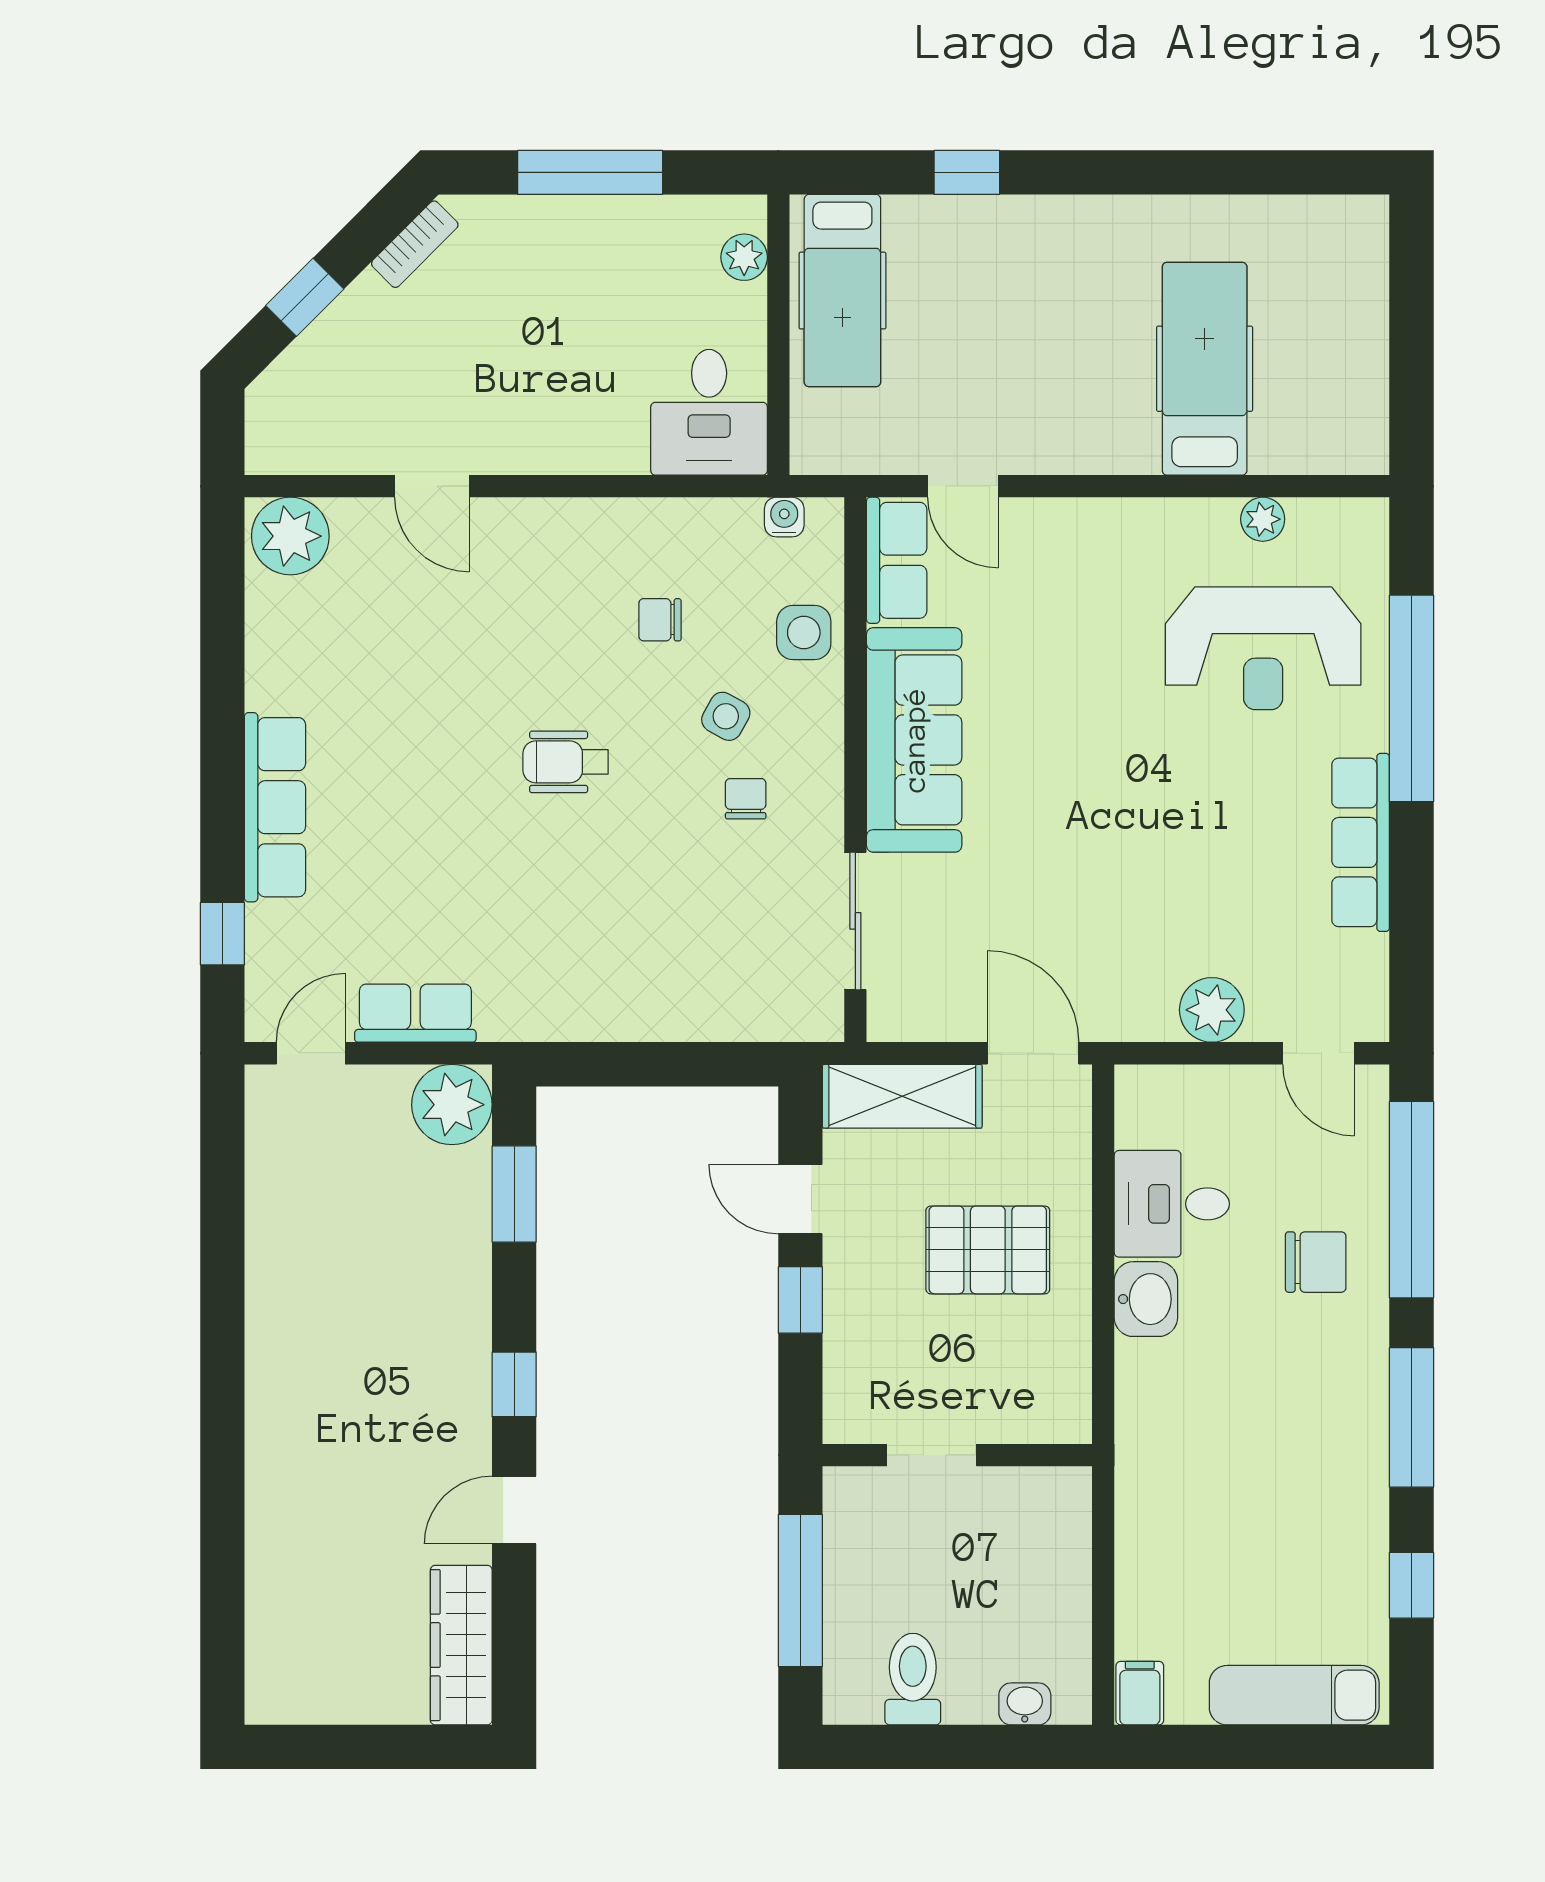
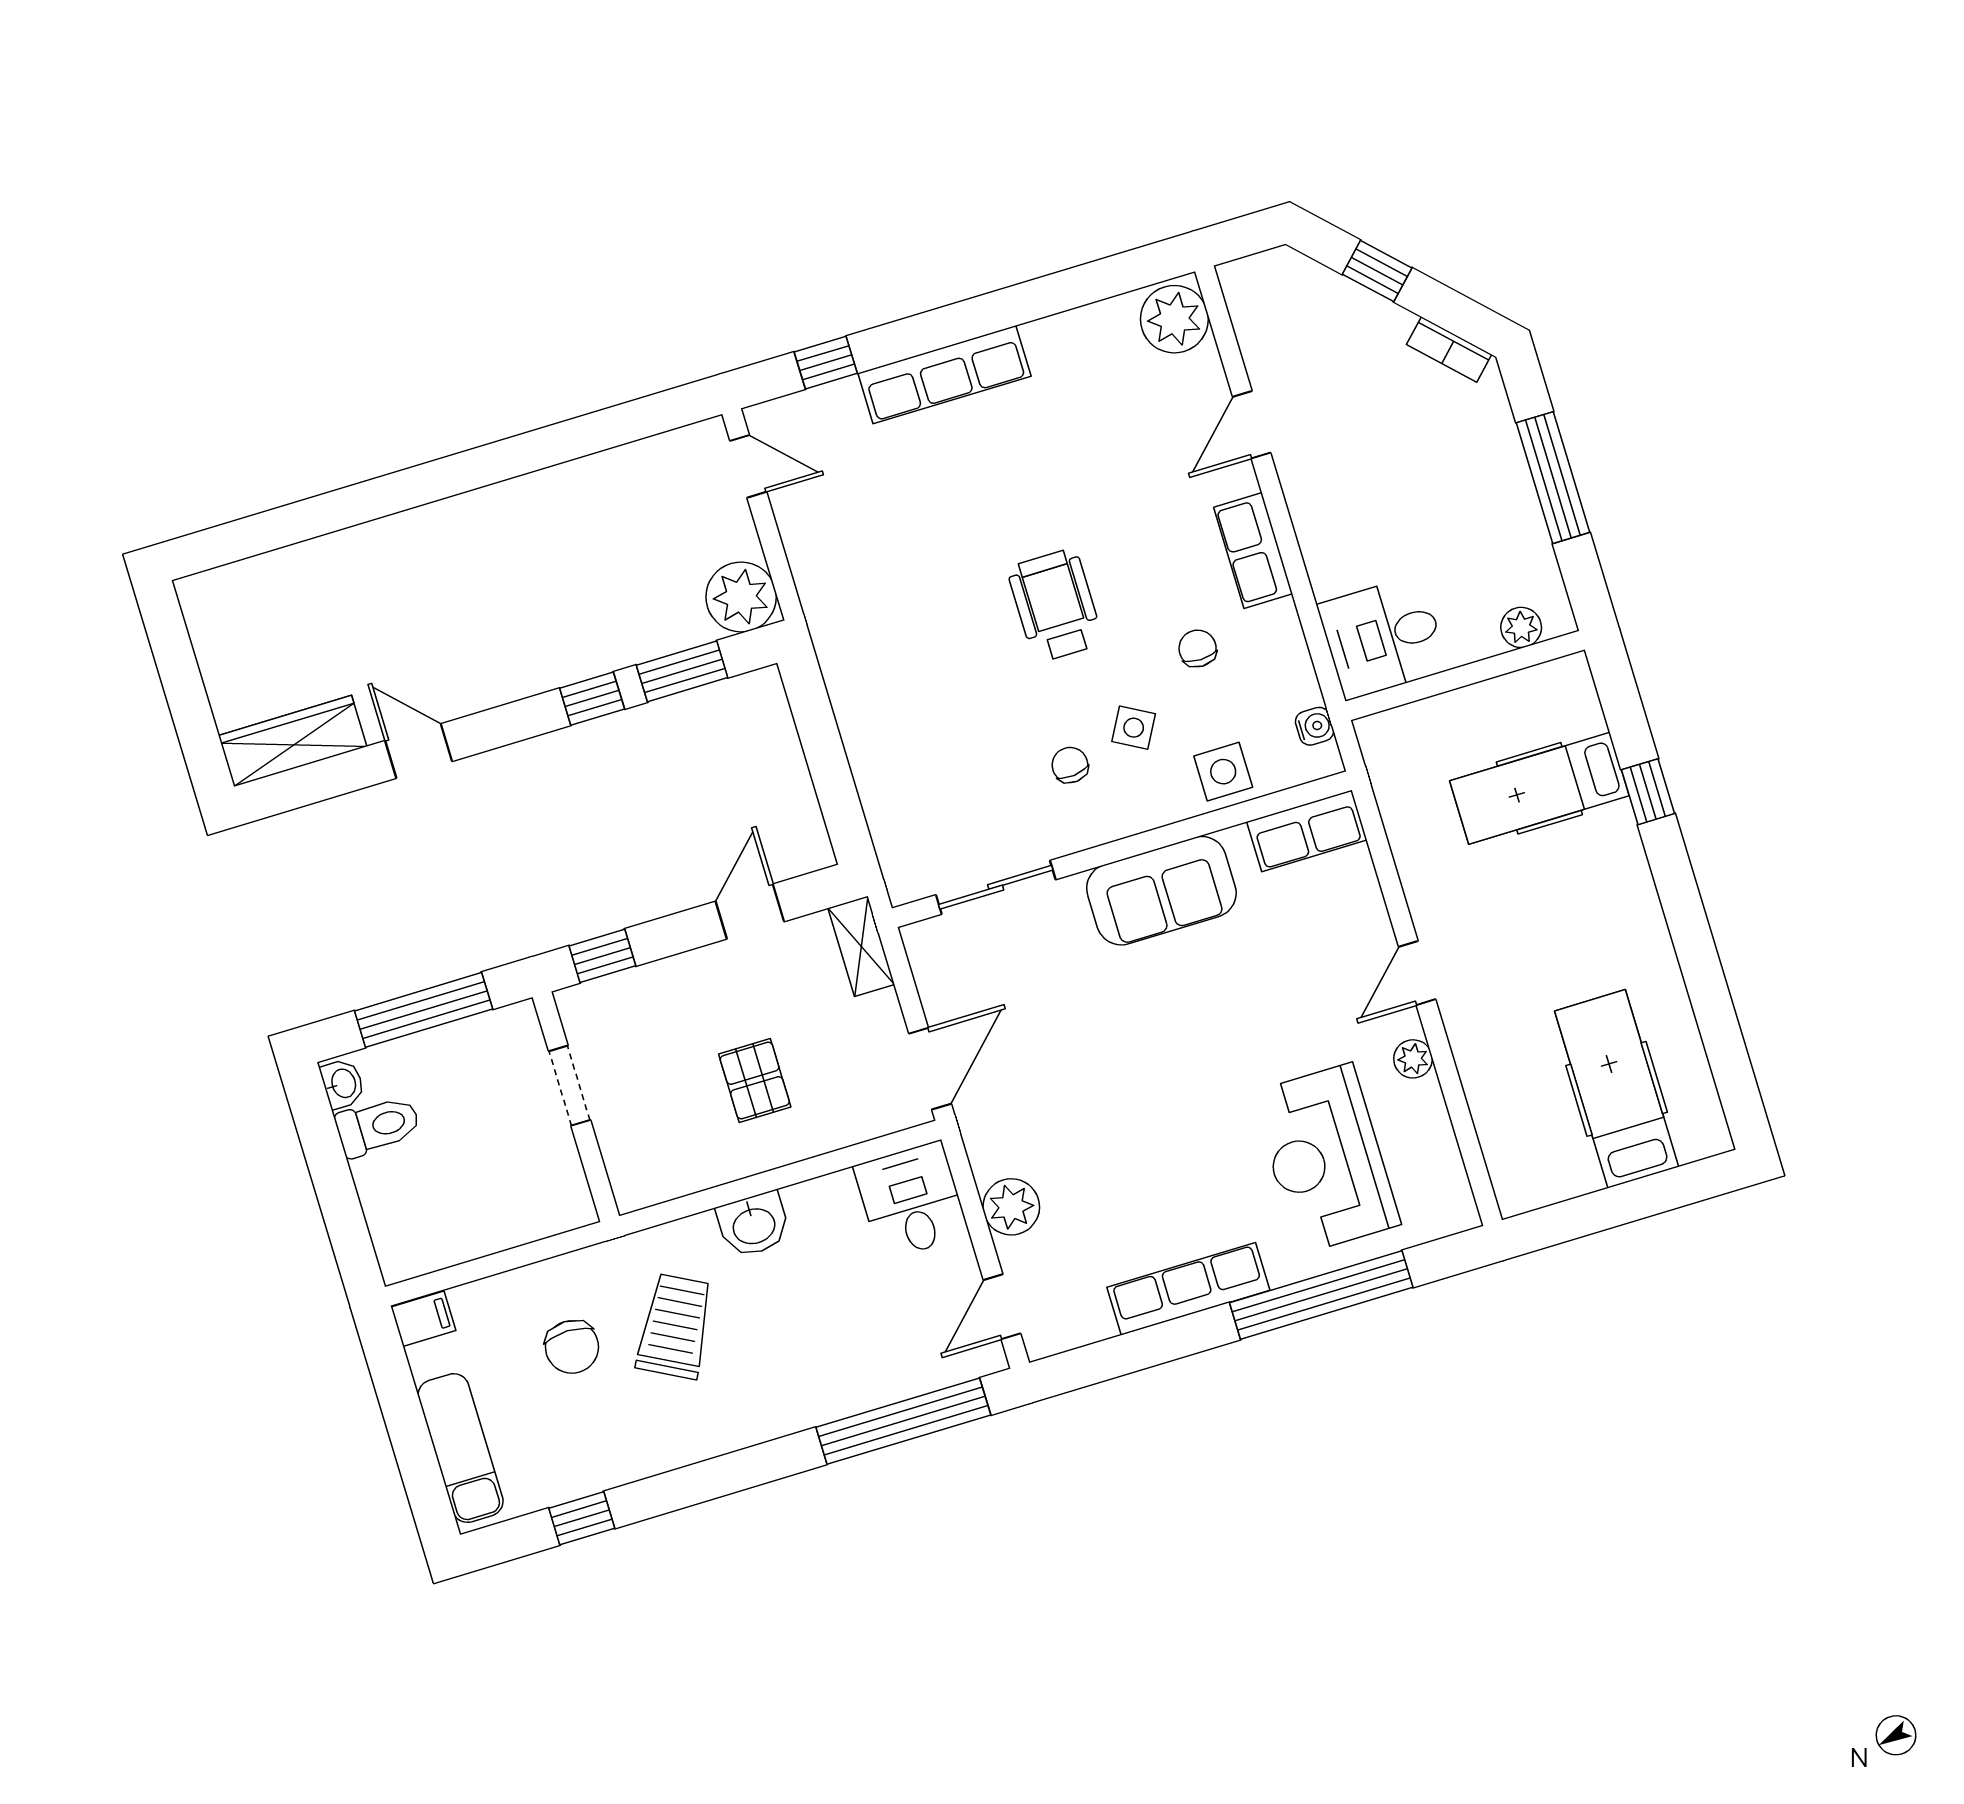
hospital bed: (842, 291) -> (1539, 788), moved
hospital bed: (1205, 369) -> (1617, 1089), moved, turned -90
door: (963, 486) -> (1417, 973), moved
plant: (1263, 519) -> (1413, 1059), moved
sofa: (914, 740) -> (1161, 891), width x0.73
wheelchair: (565, 762) -> (1055, 605), width x1.36, depth x1.37
chair: (746, 799) -> (1070, 765), turned -96
row of seats: (415, 1013) -> (1253, 550), moved, turned 180
shelving: (902, 1096) -> (861, 946), width x0.67, depth x0.75
desk: (1172, 1204) -> (911, 1201), moved
pallet: (988, 1250) -> (755, 1080), width x0.67, depth x0.71
chair: (1316, 1262) -> (572, 1347), moved
window: (800, 1300) -> (602, 956), moved
window: (514, 1384) -> (592, 699), moved
window: (1411, 1417) -> (722, 1476), removed
trolley: (1232, 1419) -> (675, 1326), added
washbasin: (1025, 1704) -> (343, 1084), moved

